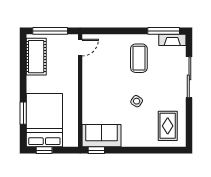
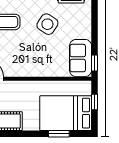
side table: (137, 101) -> (47, 24), width x1.87, depth x1.87
window: (44, 150) -> (95, 102), moved

